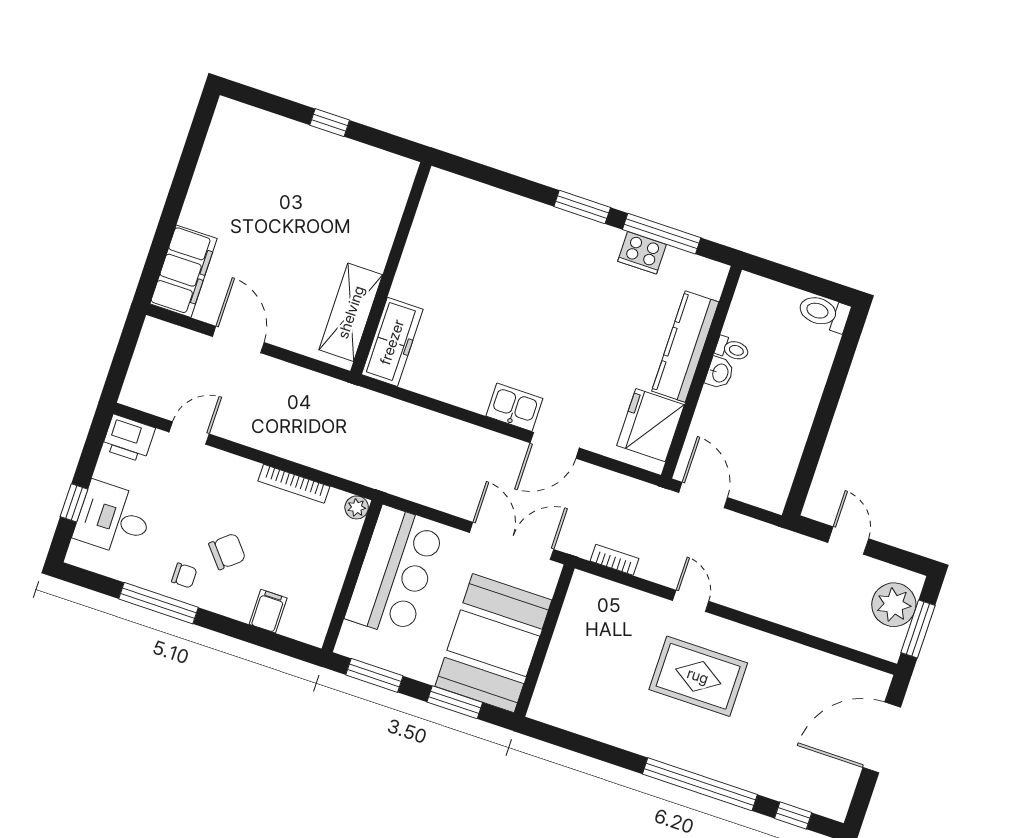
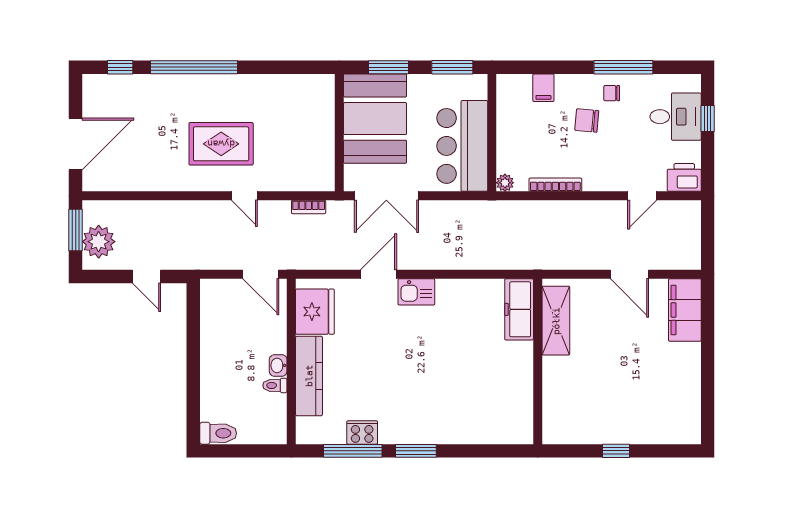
chair: (227, 551) -> (587, 120), turned 45

